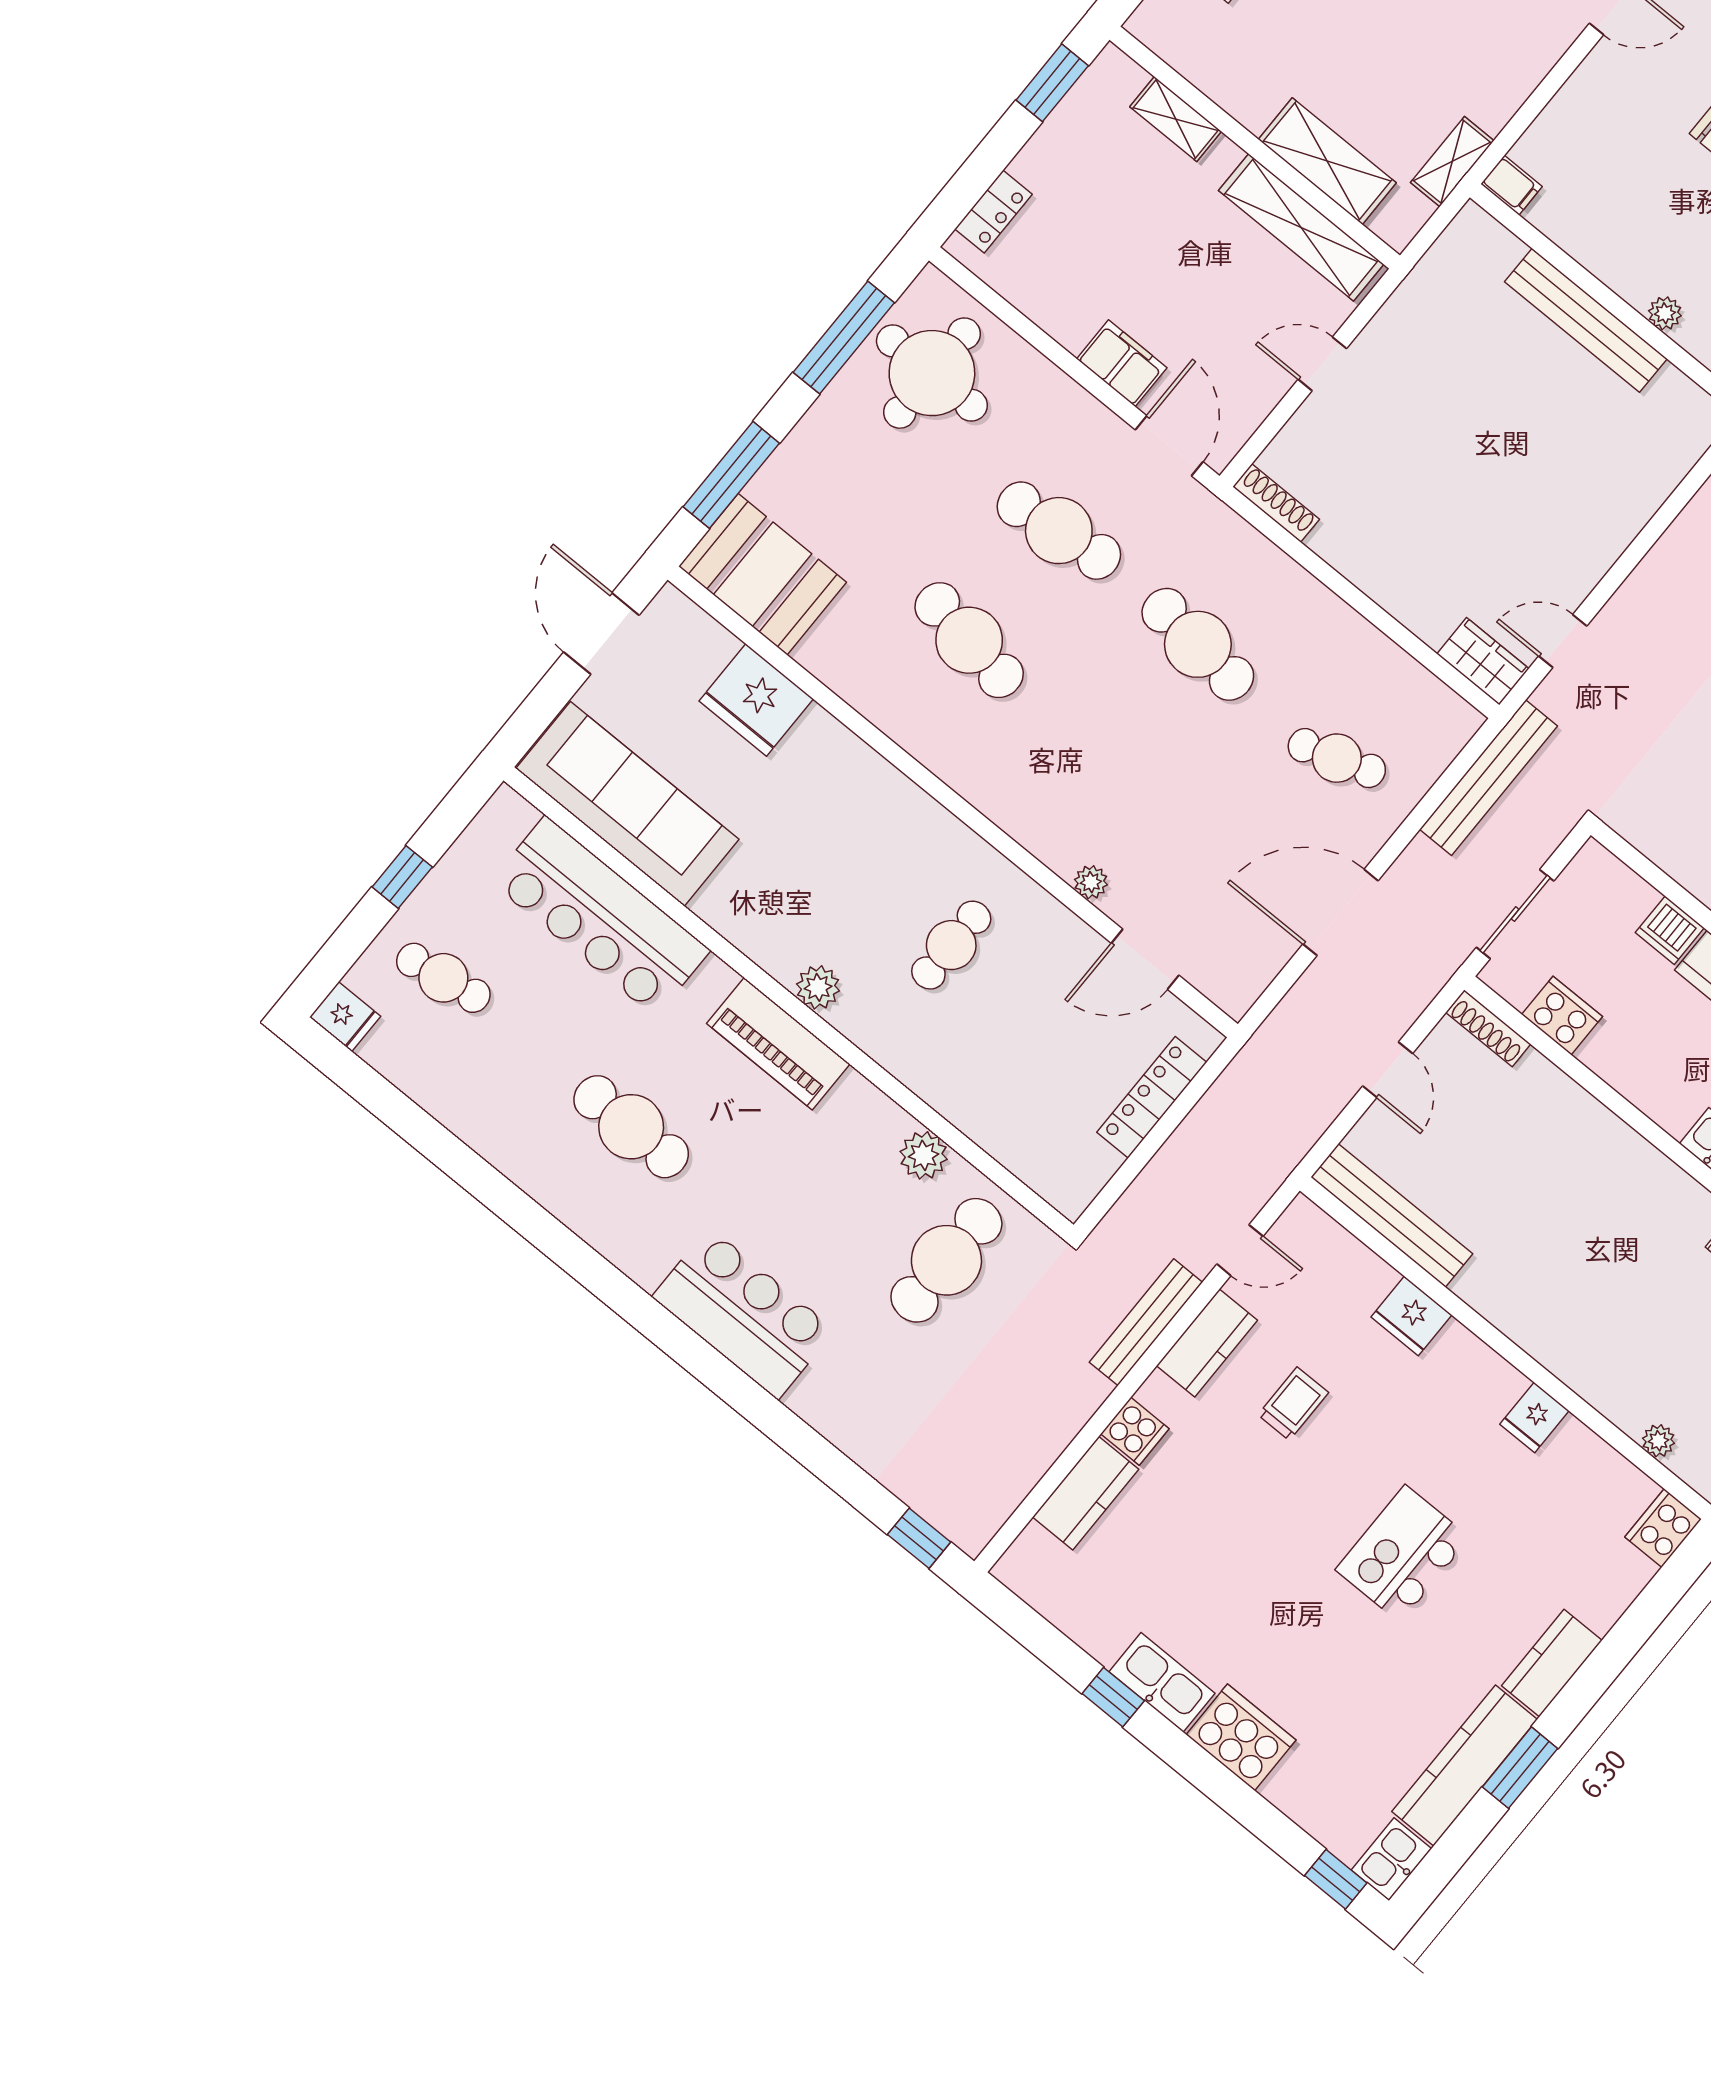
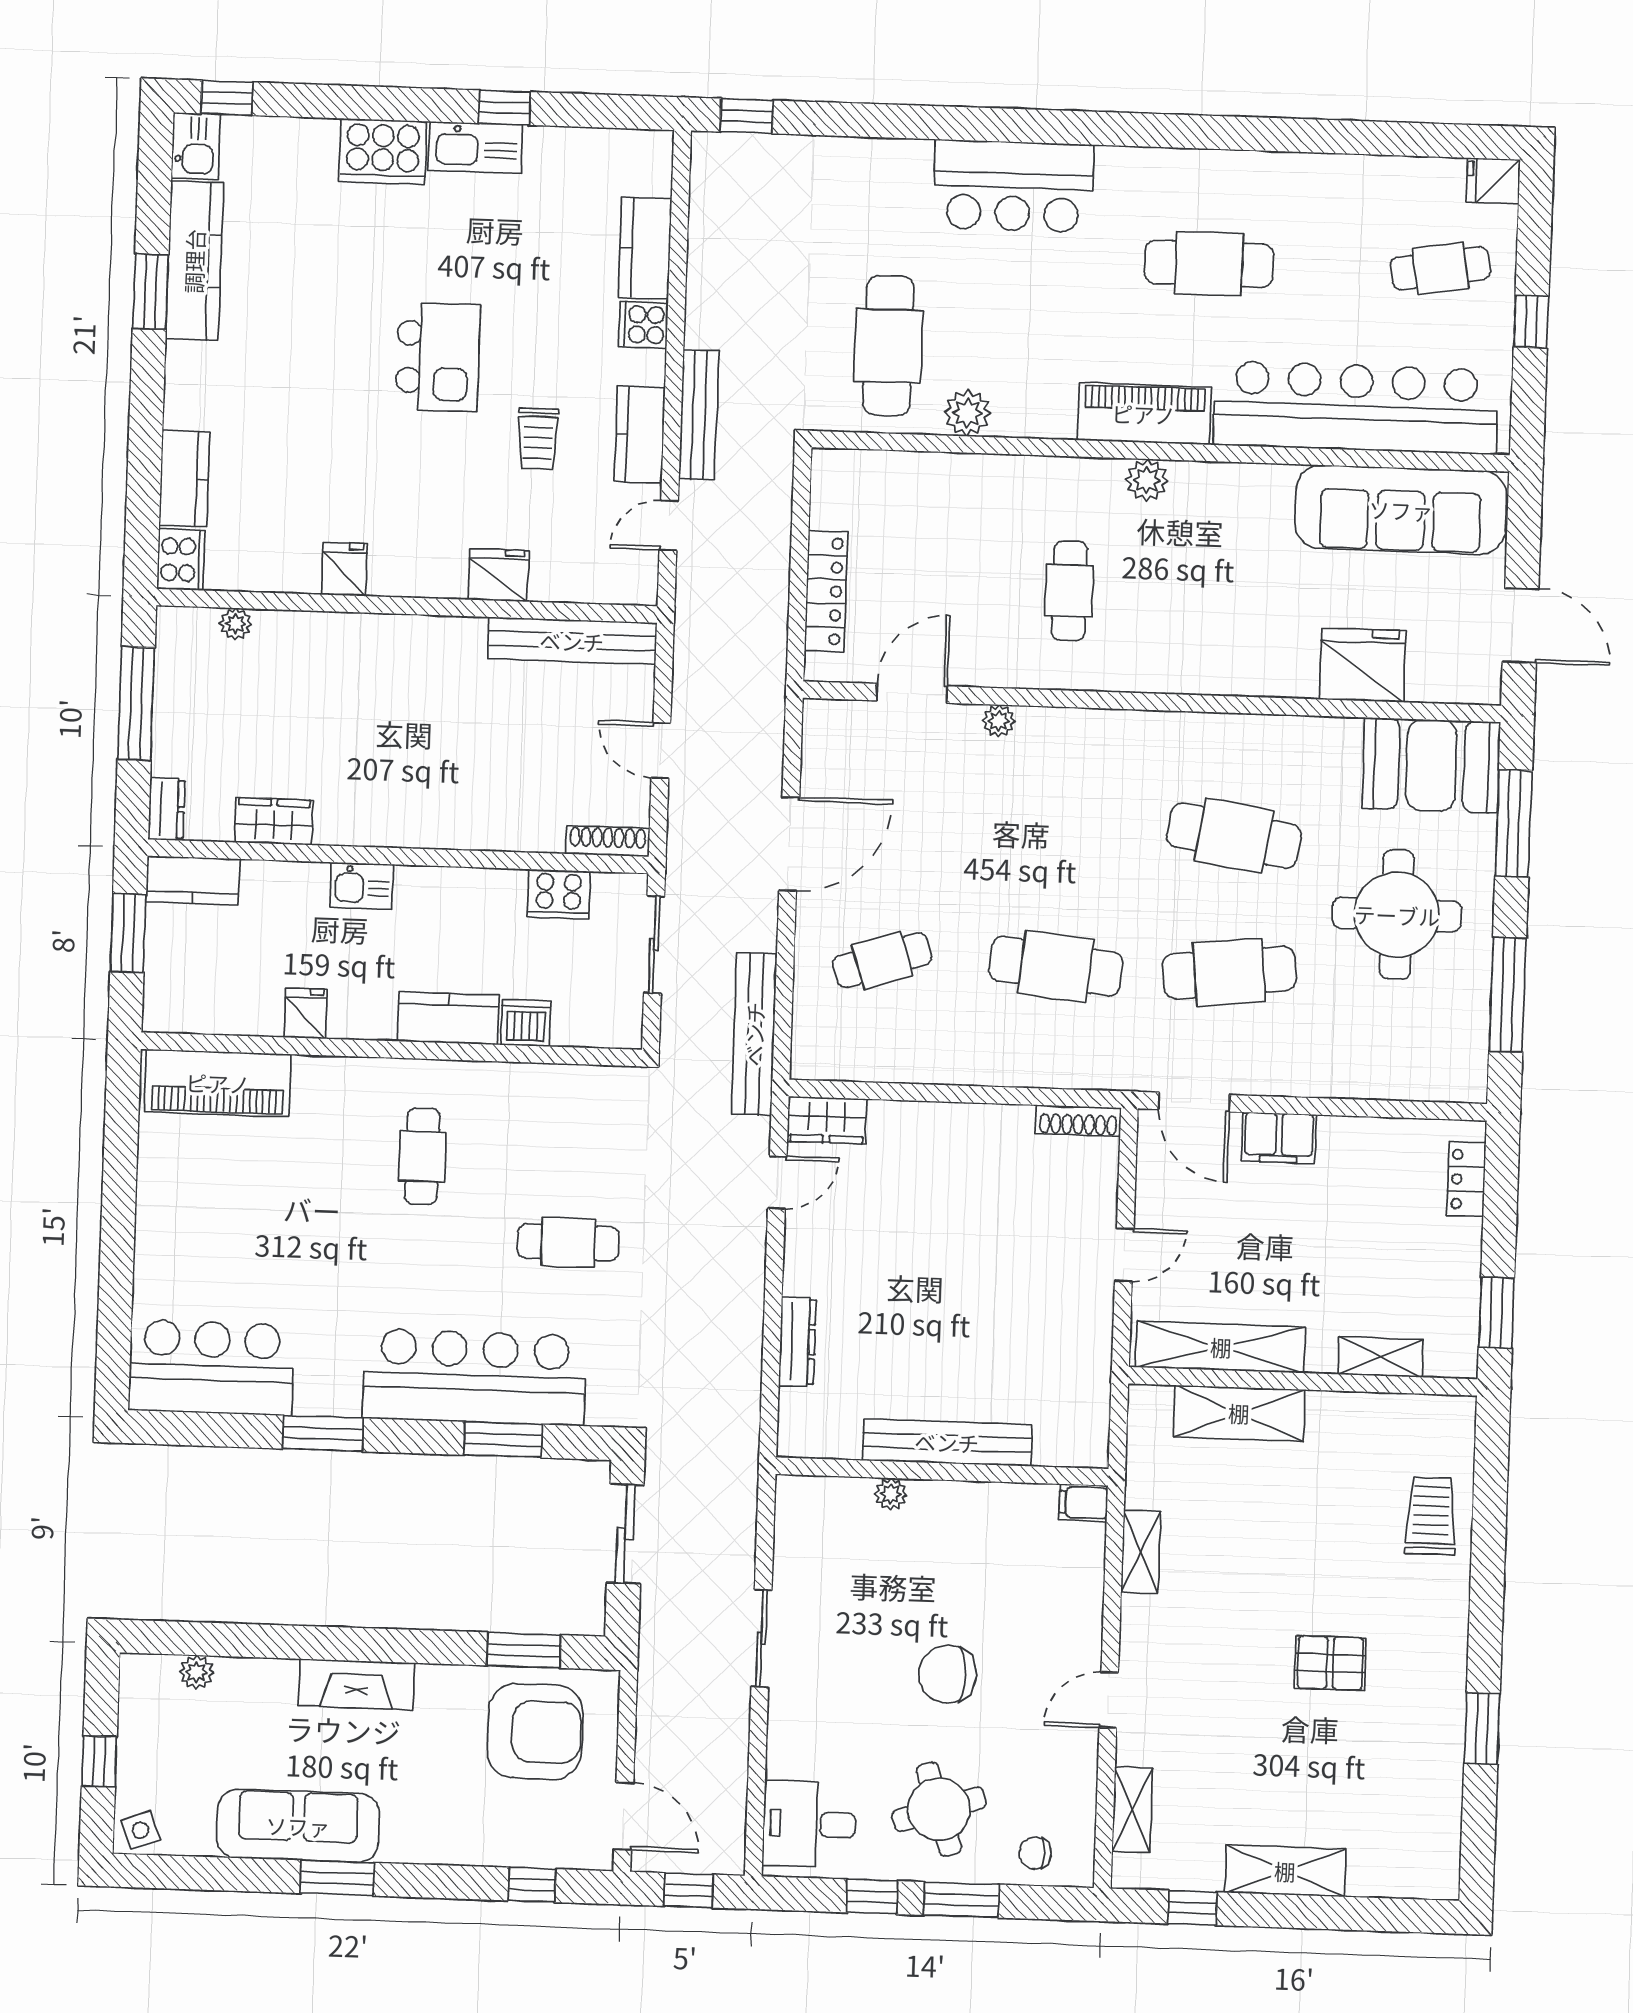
shelving: (1452, 162) -> (1141, 1552), moved
round table: (932, 373) -> (1397, 915), moved
dresser: (1646, 497) -> (797, 1341), added
bar counter: (600, 916) -> (1356, 407), width x1.36
kitchen island: (1403, 1554) -> (438, 357), moved
kitchen counter: (1552, 1663) -> (184, 479), moved

